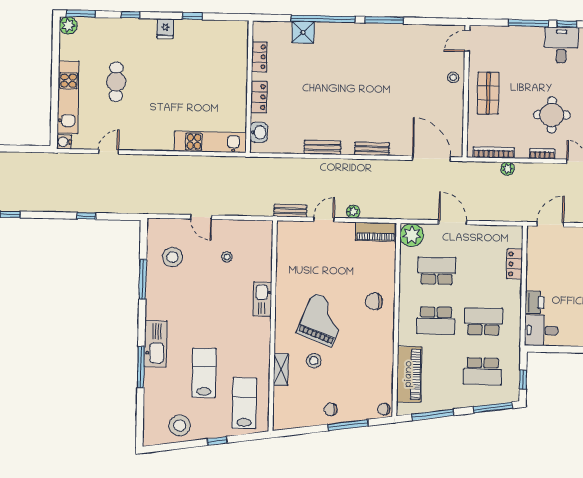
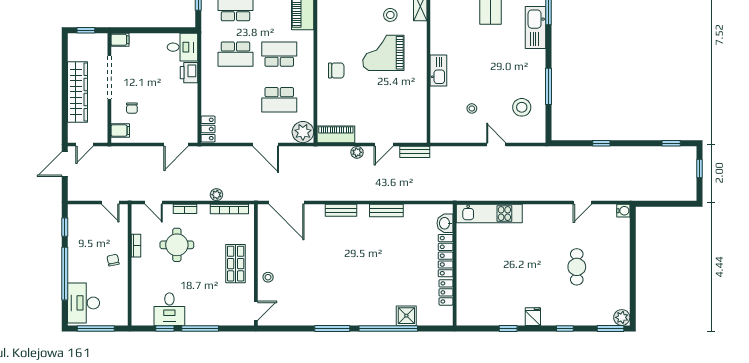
kitchen unit: (68, 97) -> (620, 252), removed
locker: (259, 97) -> (446, 256), width x1.53
locker: (515, 264) -> (208, 129), moved
grand piano: (322, 320) -> (383, 53), turned 69

